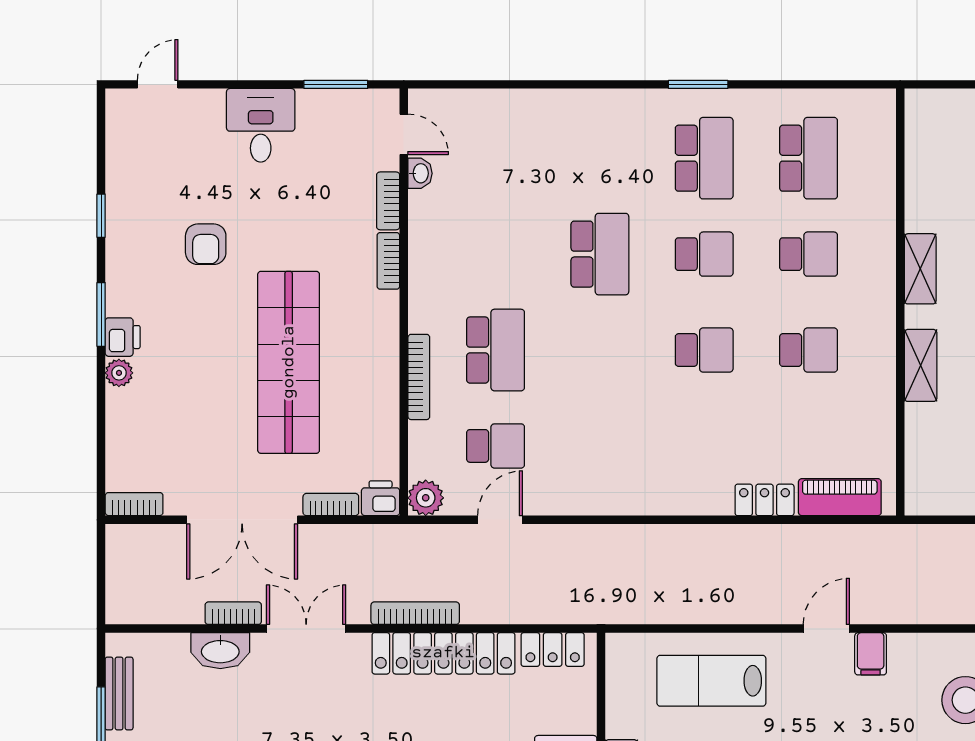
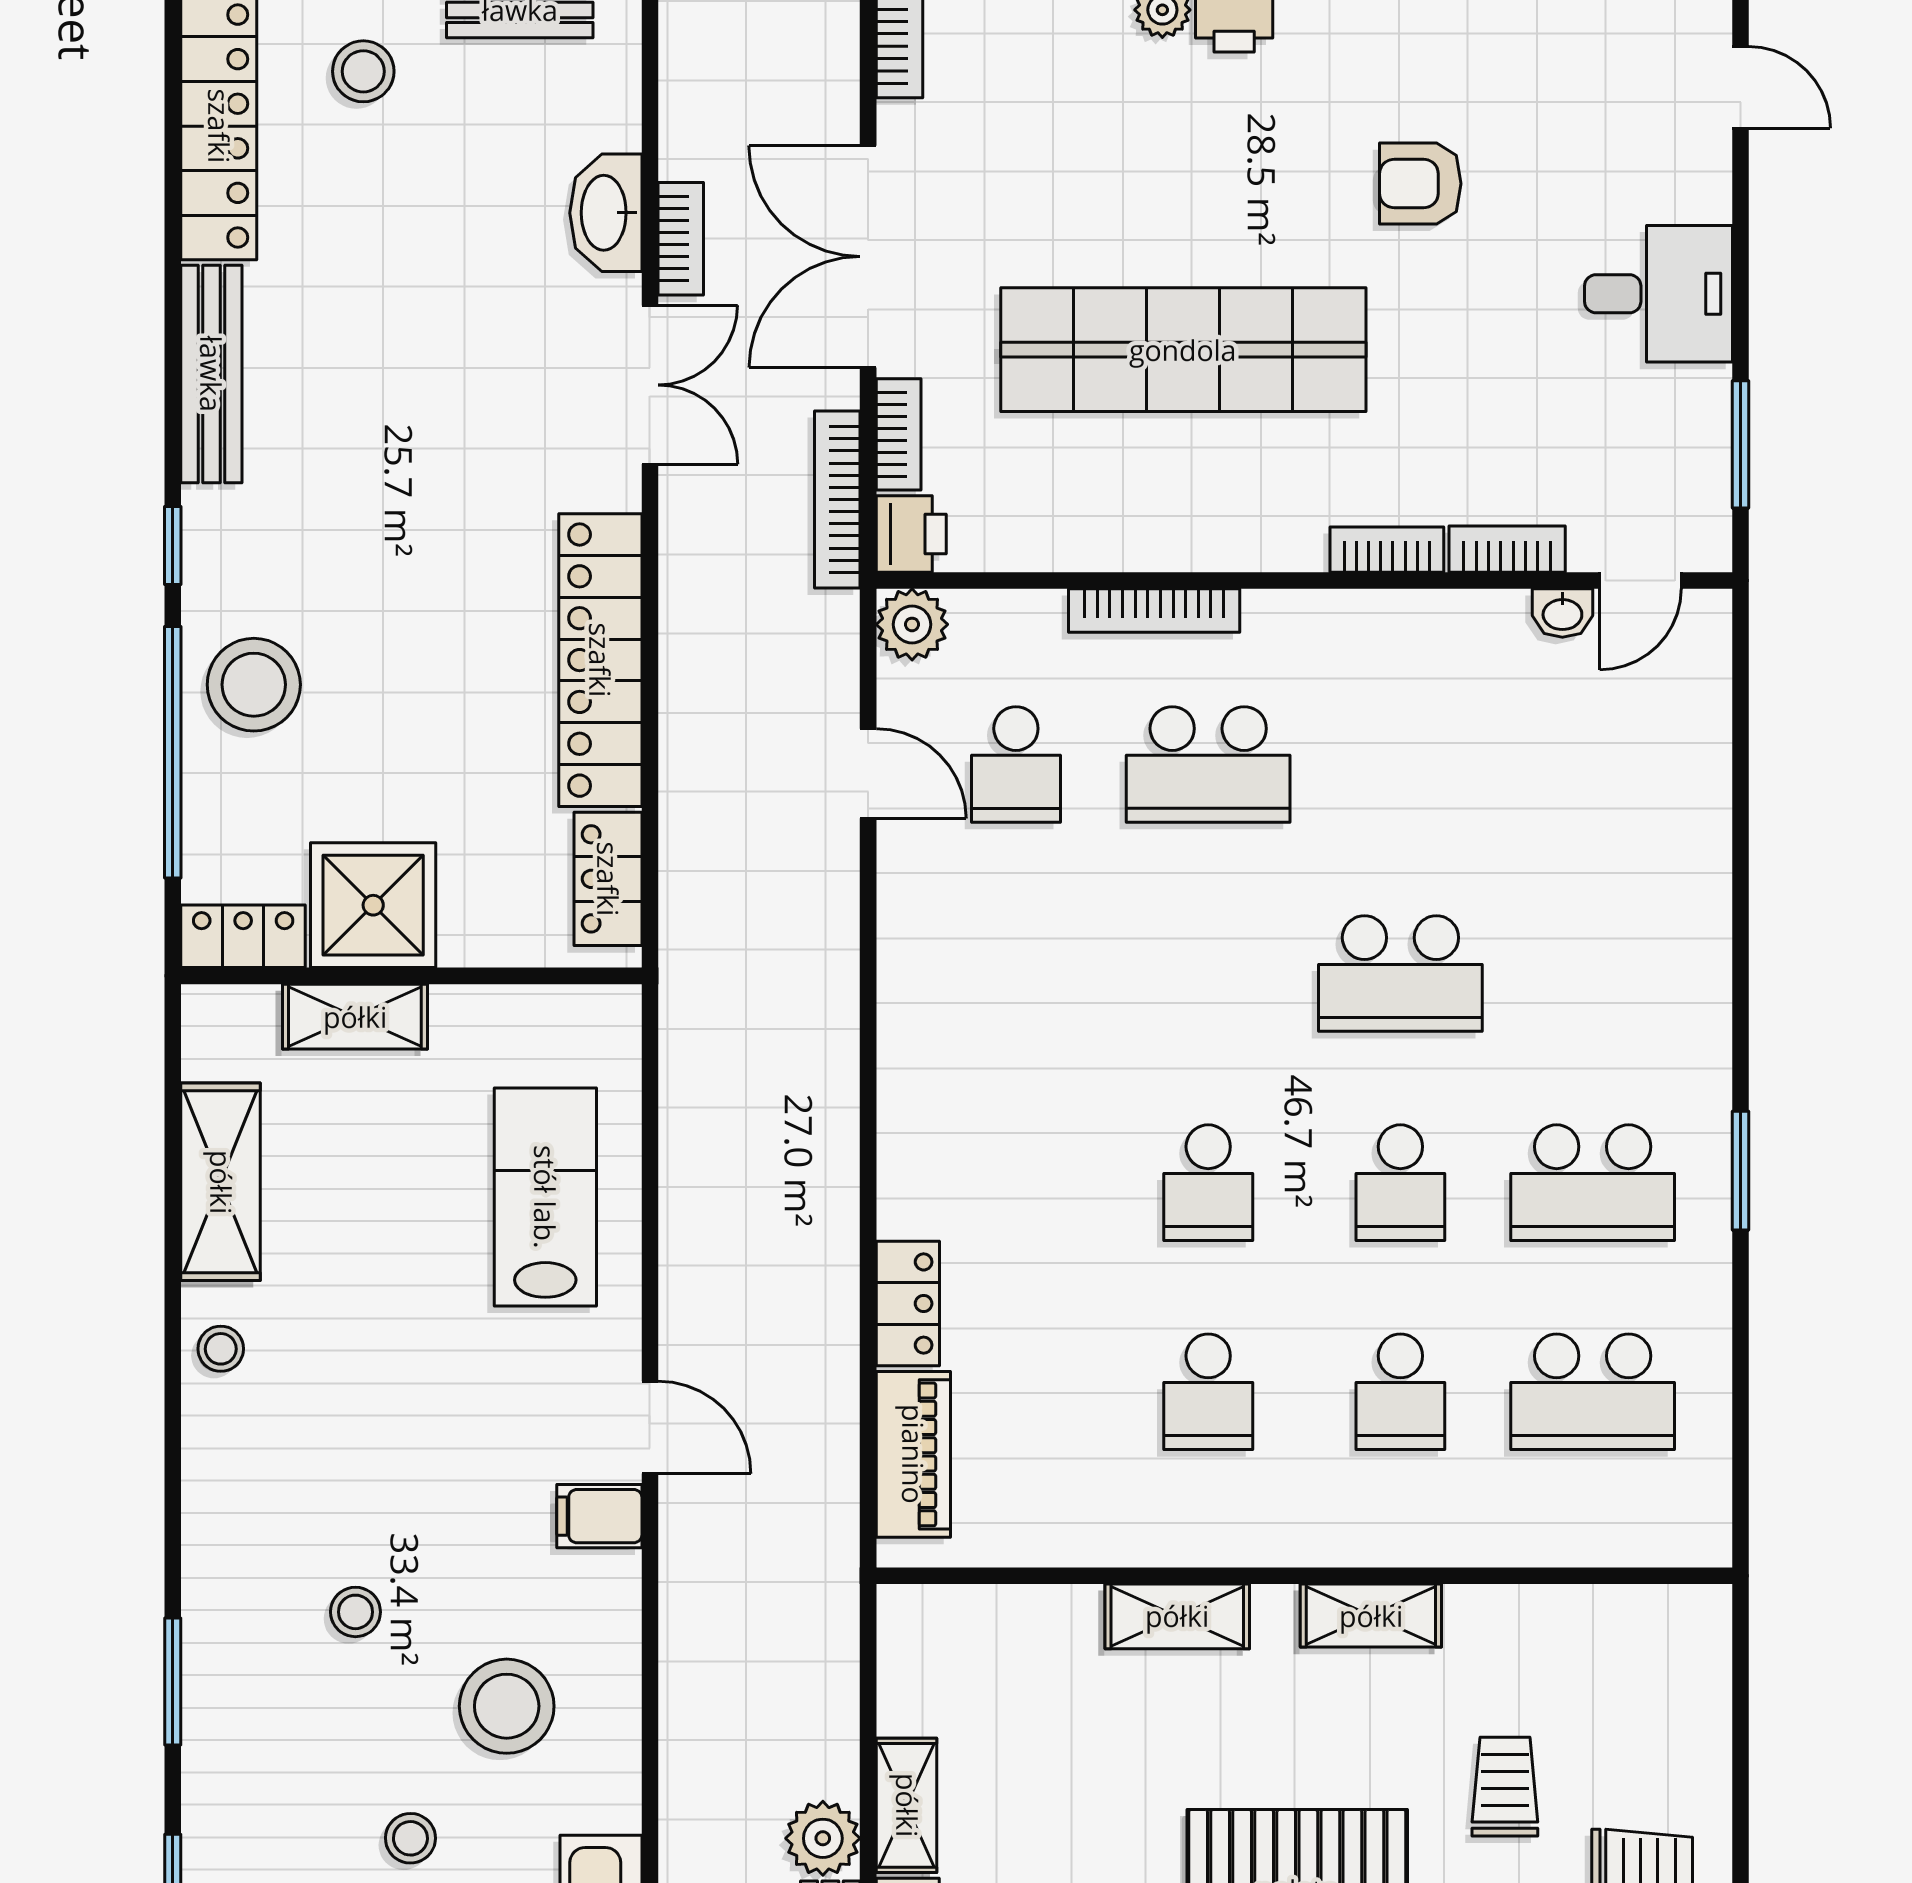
bookcase: (415, 613) -> (837, 499), moved, turned 180

